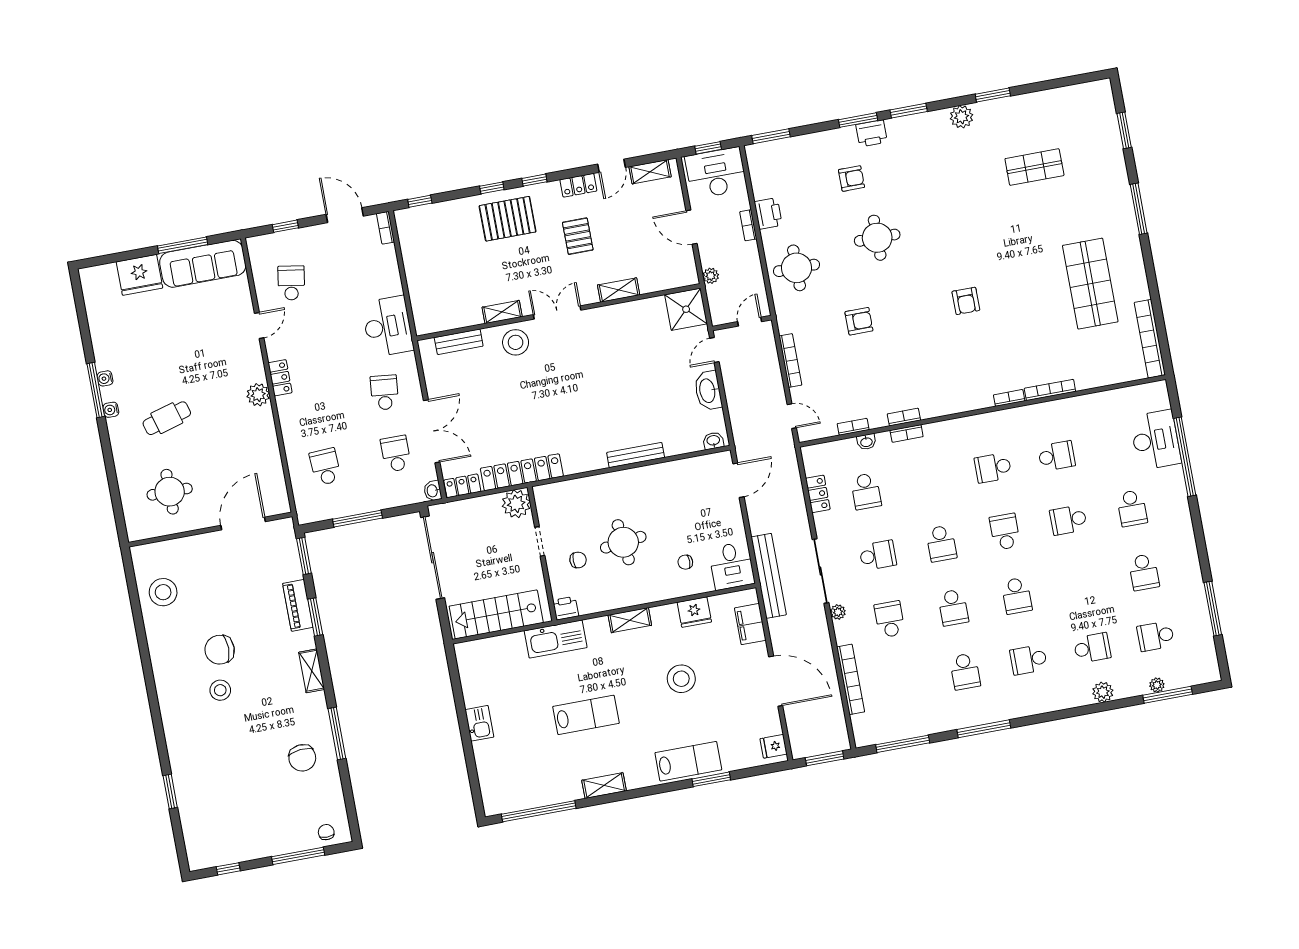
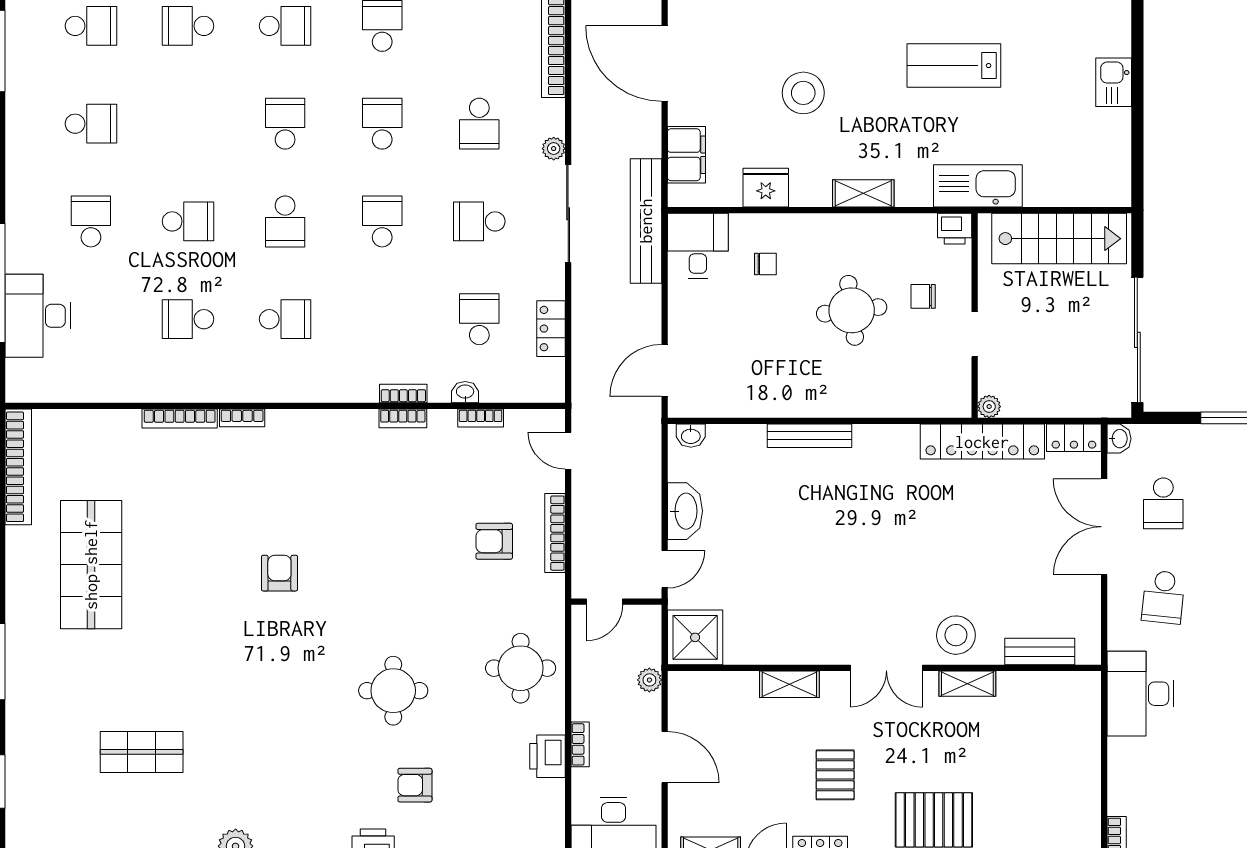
armchair: (859, 321) -> (494, 541), moved
plant: (516, 504) -> (989, 407), width x0.53, depth x0.53
school desk: (1144, 572) -> (91, 124), turned 90

